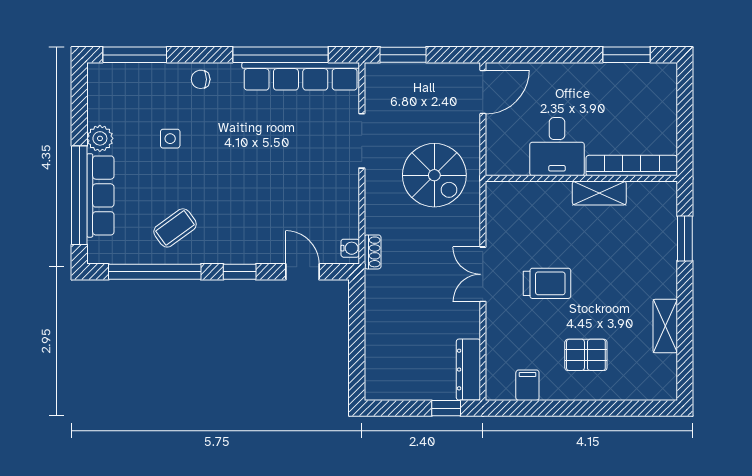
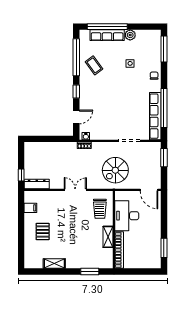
desk: (557, 147) -> (127, 216), width x1.37
trolley: (547, 283) -> (100, 209), moved

